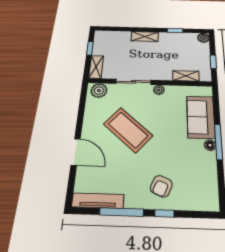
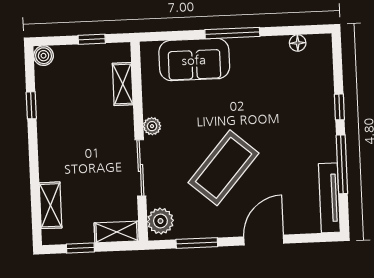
shelving: (145, 36) -> (51, 205), moved
window: (81, 110) -> (197, 243), added
floor lamp: (210, 145) -> (298, 43), moved
armchair: (161, 186) -> (304, 113), removed

